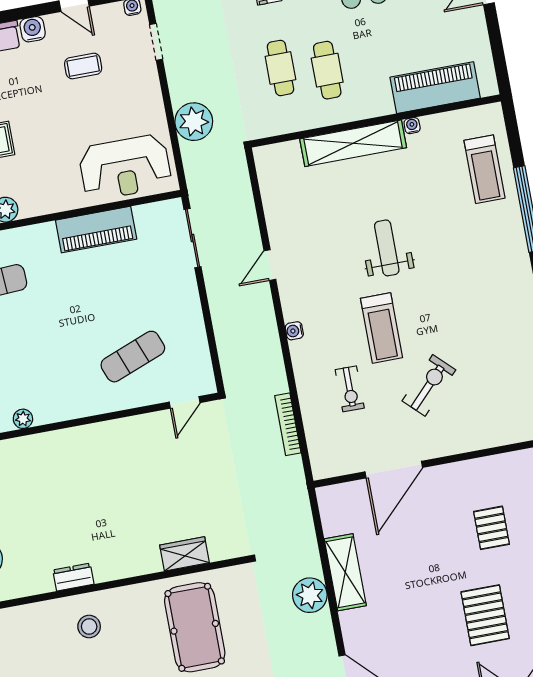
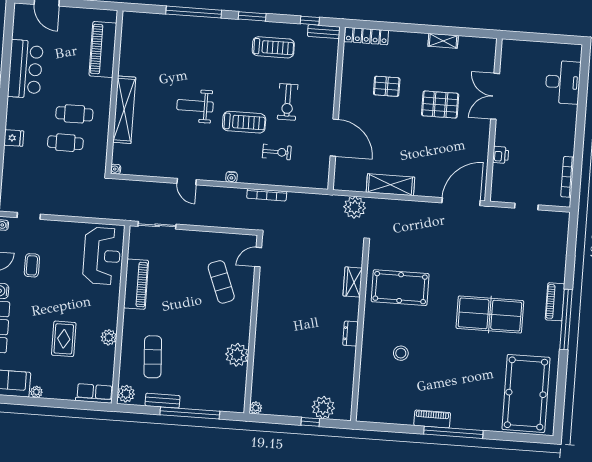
plant: (194, 122) -> (85, 205), removed
water cooler: (412, 126) -> (116, 169), moved
treadmill: (484, 169) -> (273, 47), moved
exercise bike: (429, 385) -> (288, 102), turned -134
door: (185, 402) -> (258, 257), swing flipped
plant: (23, 419) -> (237, 355), width x1.88, depth x1.88
bookcase: (288, 424) -> (267, 195), moved
dresser: (73, 577) -> (351, 334), moved
plant: (310, 595) -> (355, 207), moved
stool: (89, 627) -> (401, 353), moved

